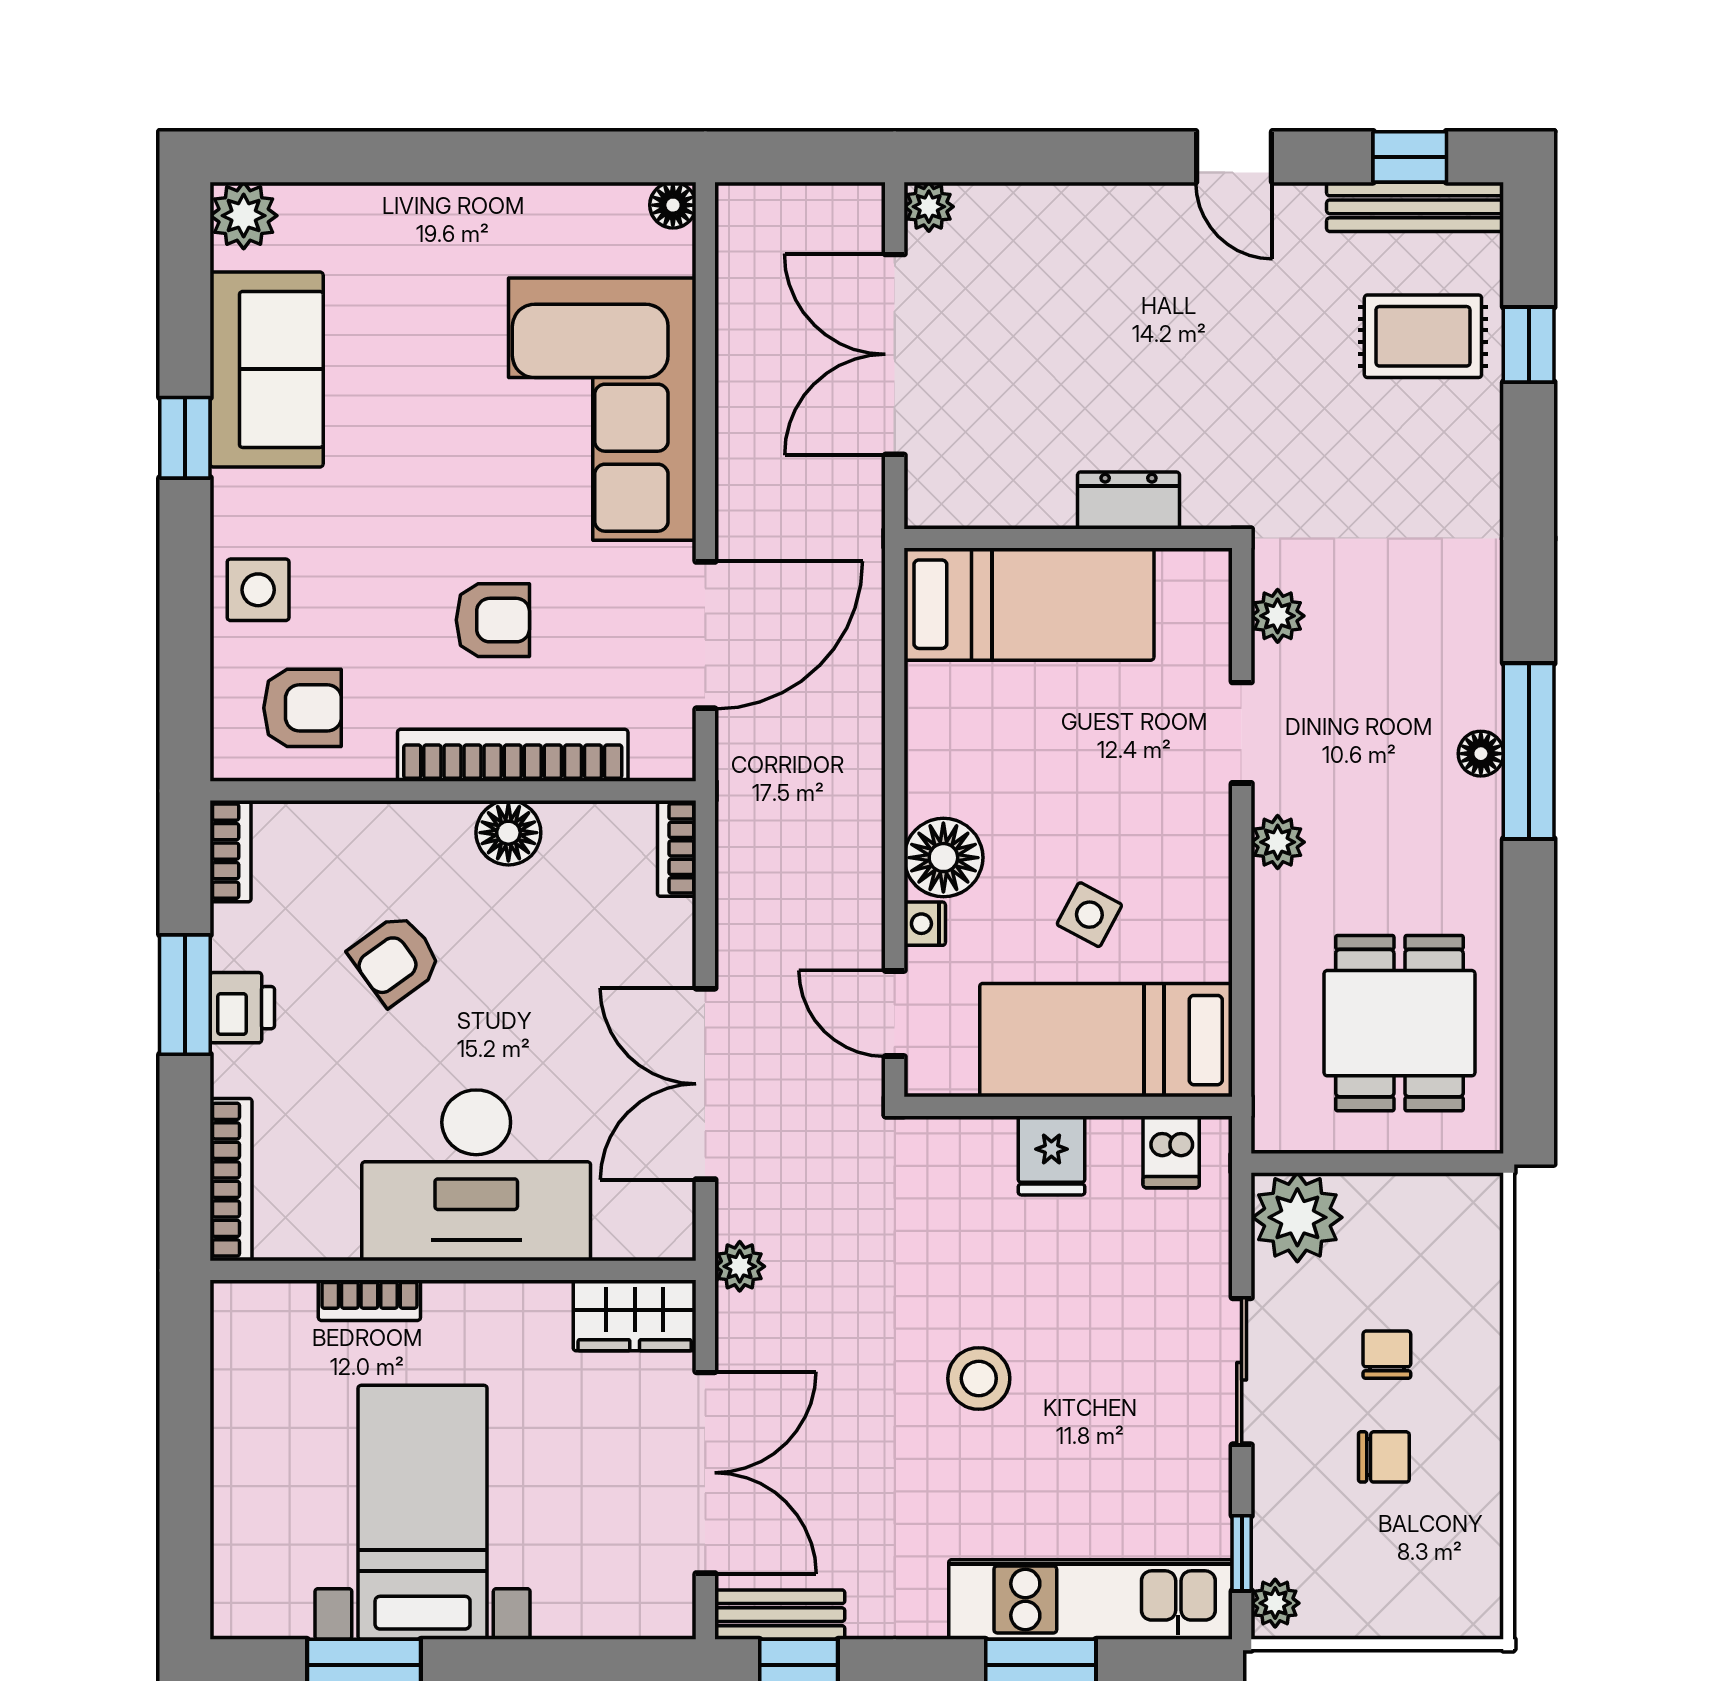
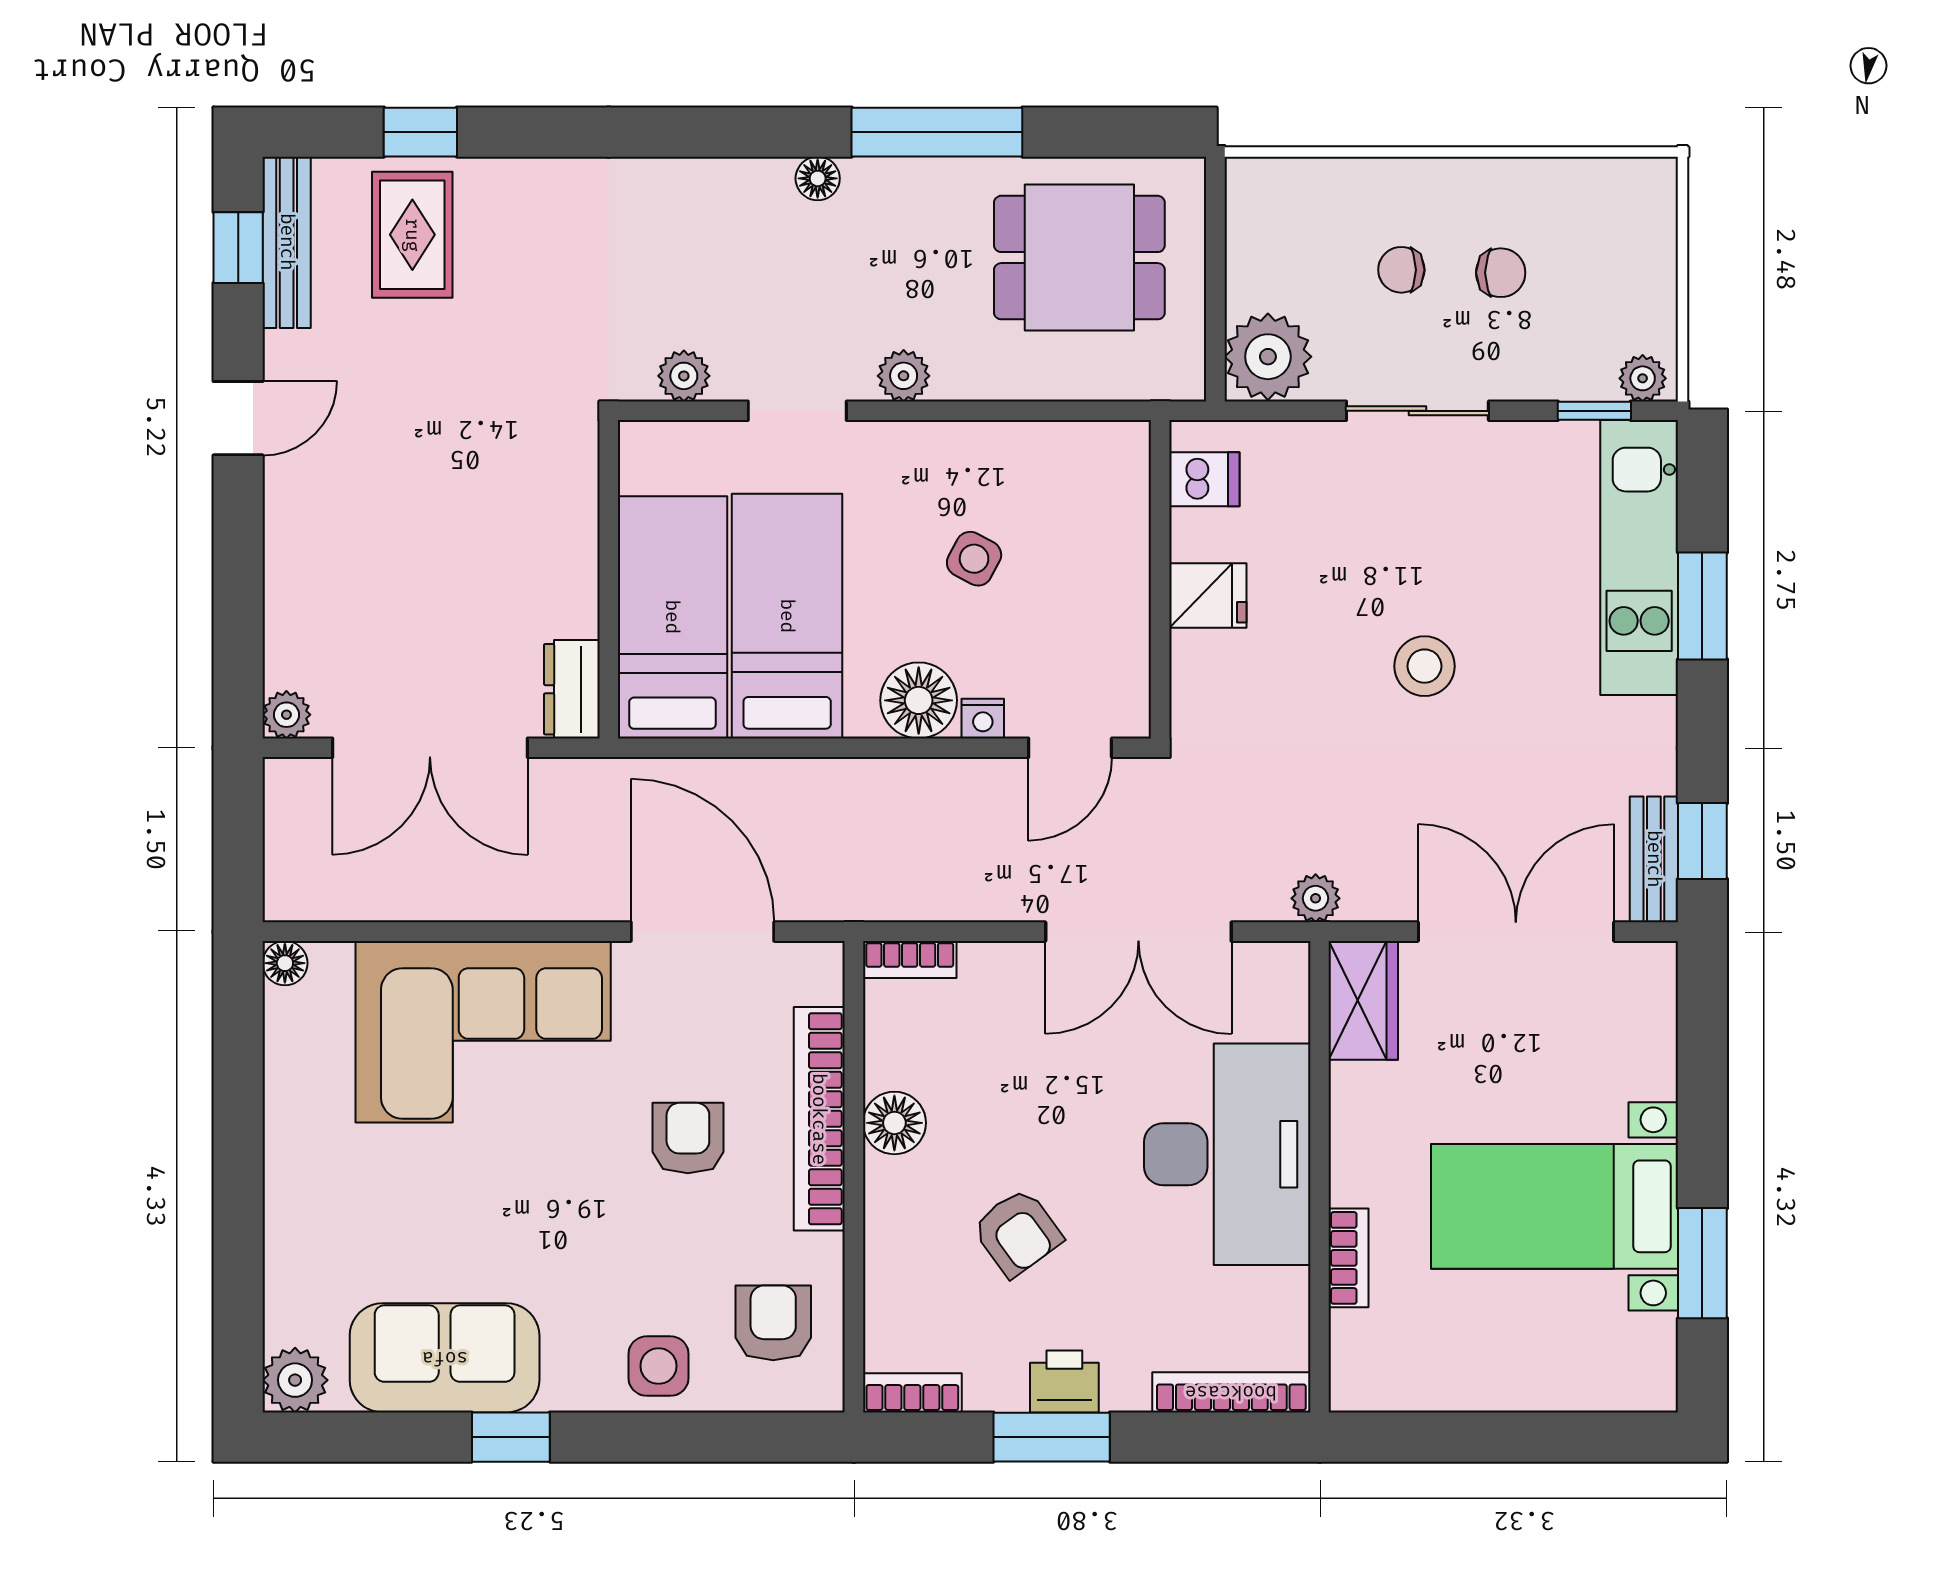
dresser: (1129, 500) -> (572, 689), moved
window: (1529, 751) -> (937, 132), moved
bed: (1106, 1040) -> (787, 616), moved, turned 180
chair: (1384, 1457) -> (1501, 273), turned 90

